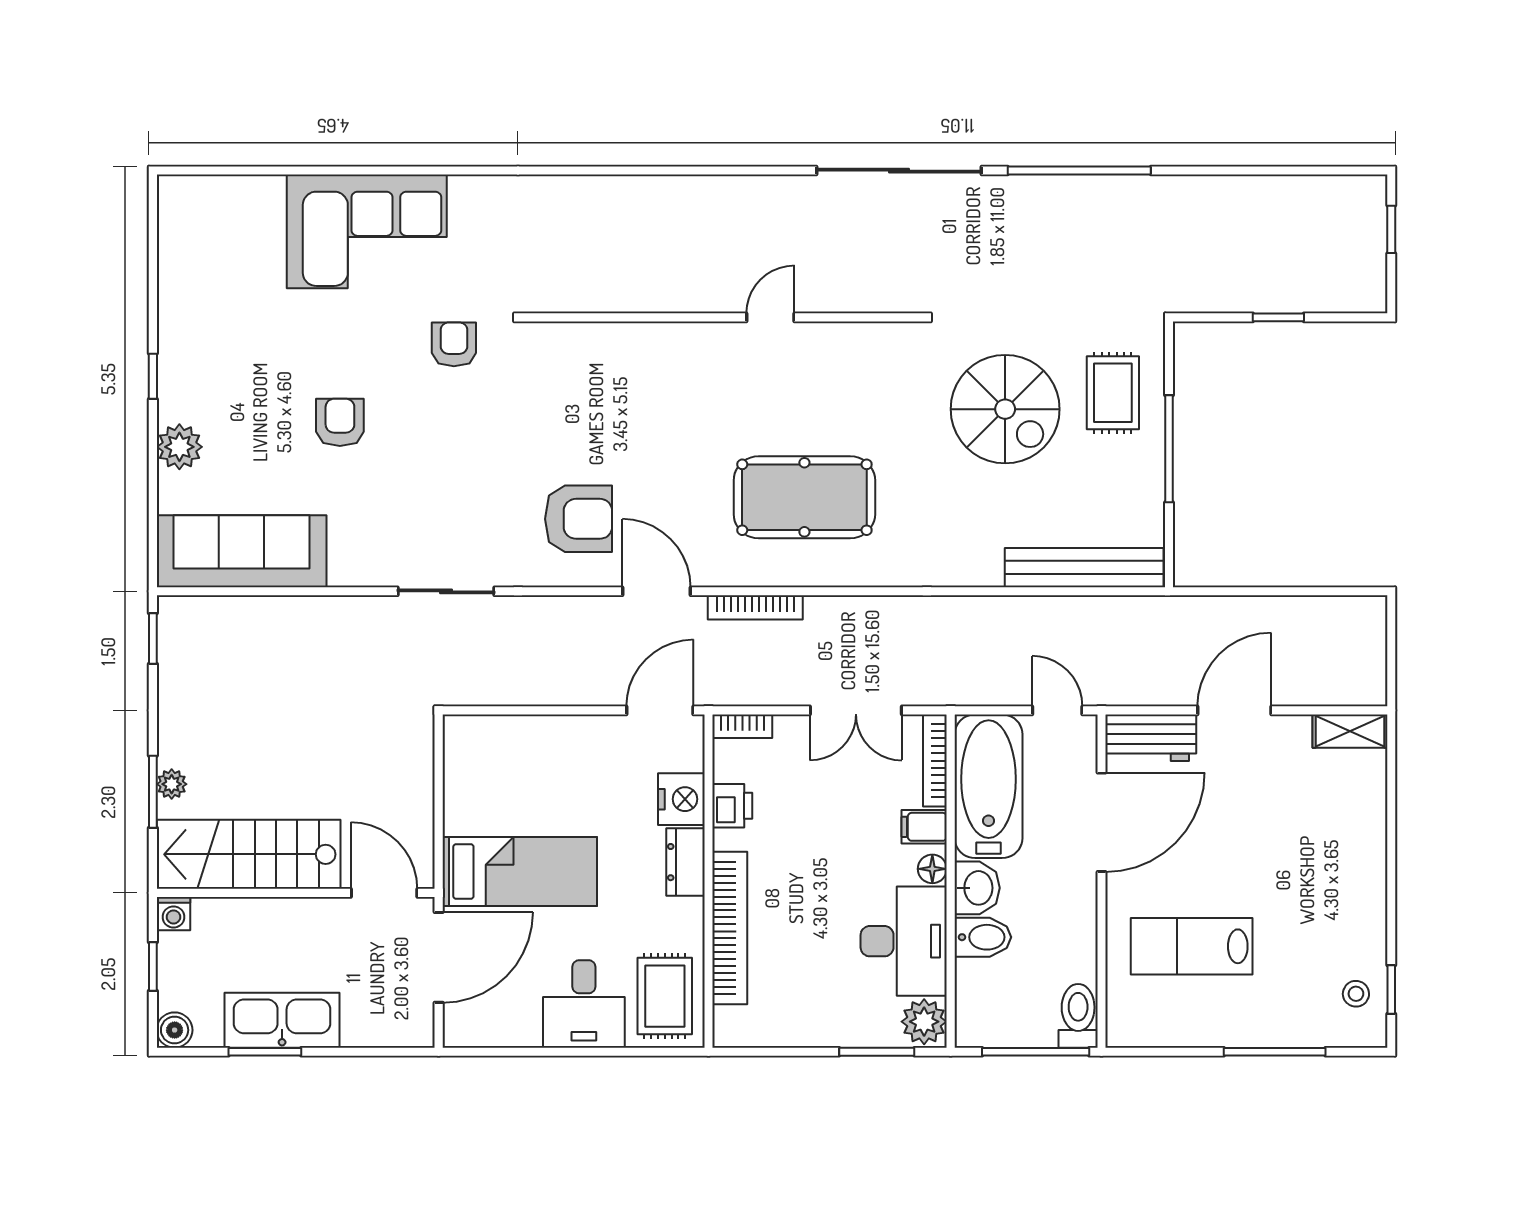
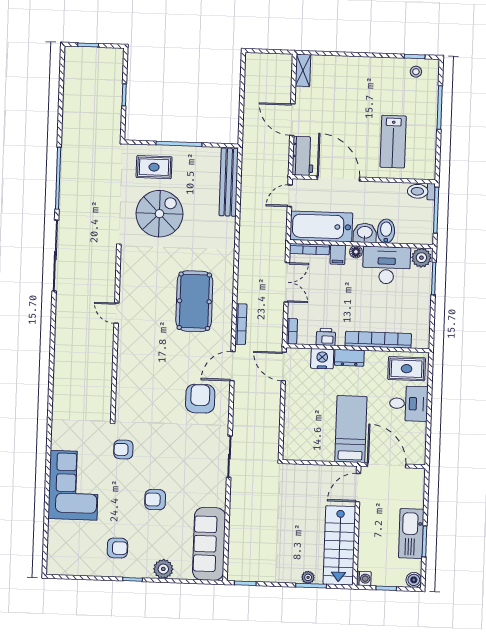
armchair: (225, 338) -> (117, 548), added

